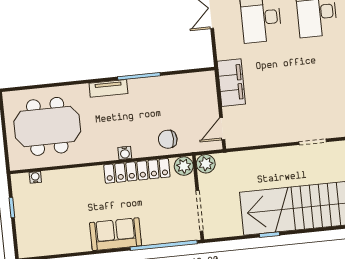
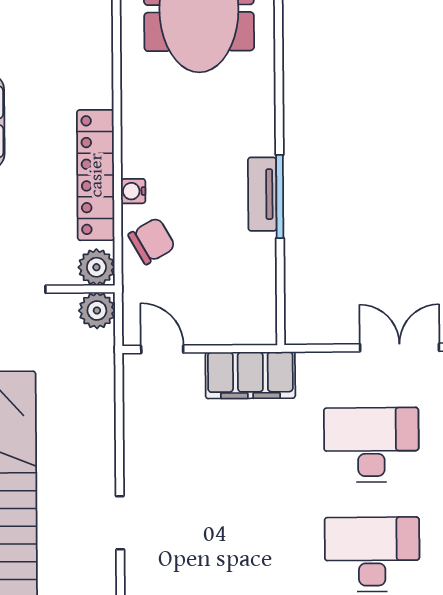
tv unit: (108, 88) -> (262, 194), moved
chair: (168, 139) -> (152, 241), turned 60
water cooler: (125, 153) -> (133, 191), moved

